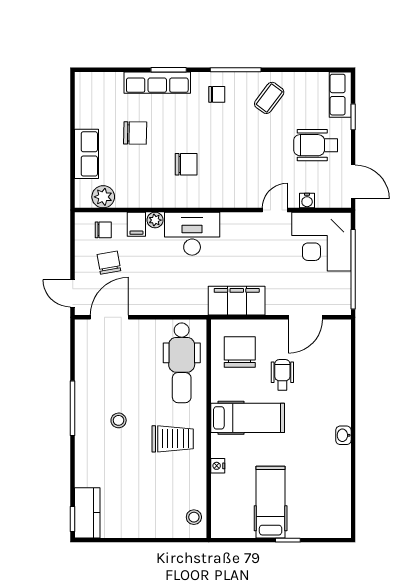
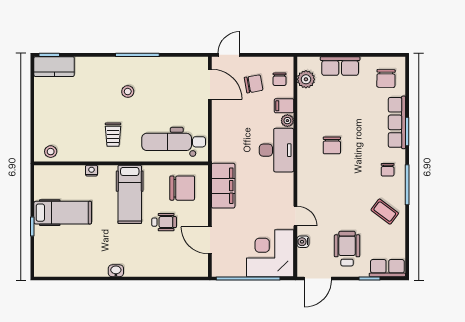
chair: (135, 133) -> (386, 78), moved
trolley: (173, 439) -> (113, 135), width x0.73, depth x0.72

